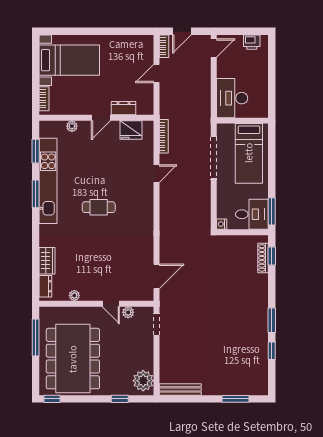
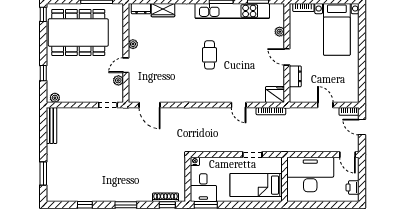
desk: (232, 98) -> (310, 175), width x1.36, depth x1.30
fridge: (131, 130) -> (275, 94), moved, turned 90
doorway: (214, 158) -> (252, 155), width x0.53
plant: (74, 295) -> (133, 44), moved
window: (272, 320) -> (126, 205), moved
plant: (143, 381) -> (55, 98), width x0.53, depth x0.53

